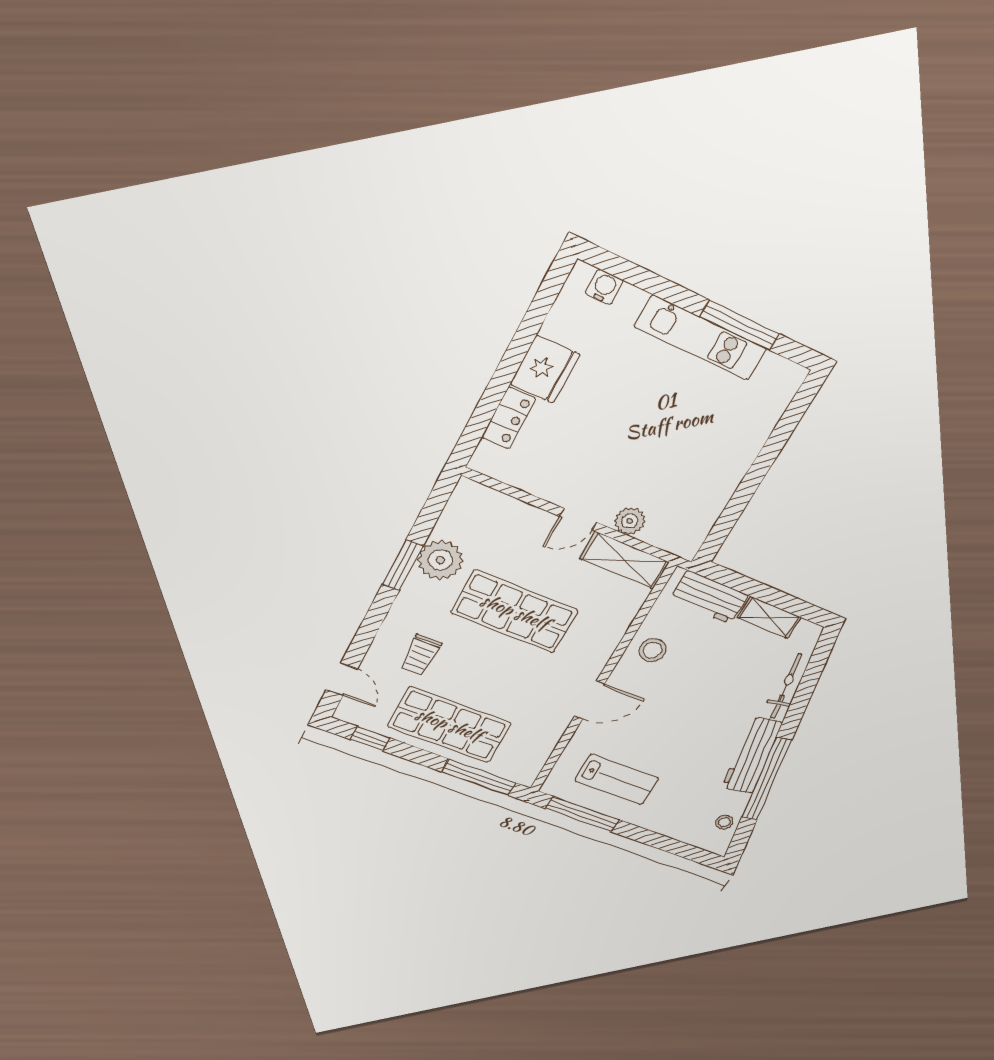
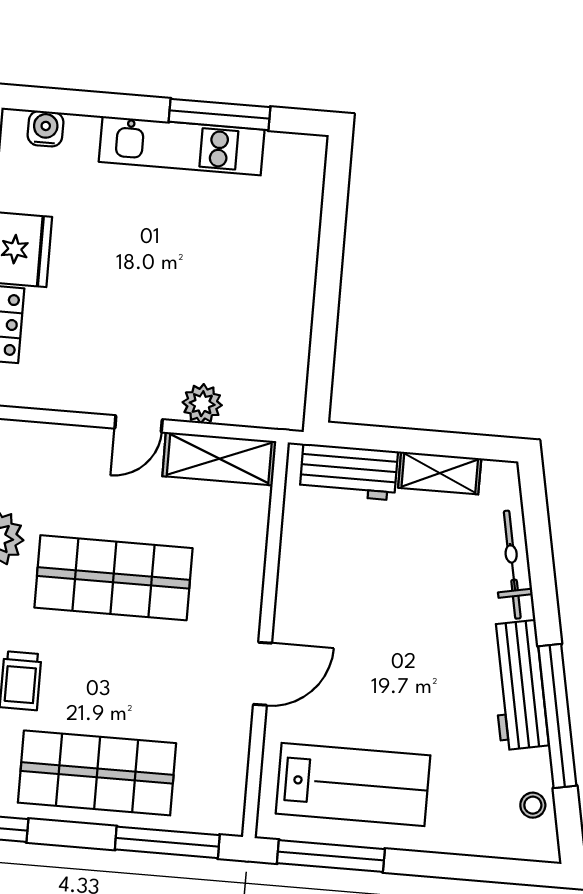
stool: (652, 650) -> (311, 572), removed
lab bench: (617, 779) -> (353, 784), width x1.36, depth x1.39

